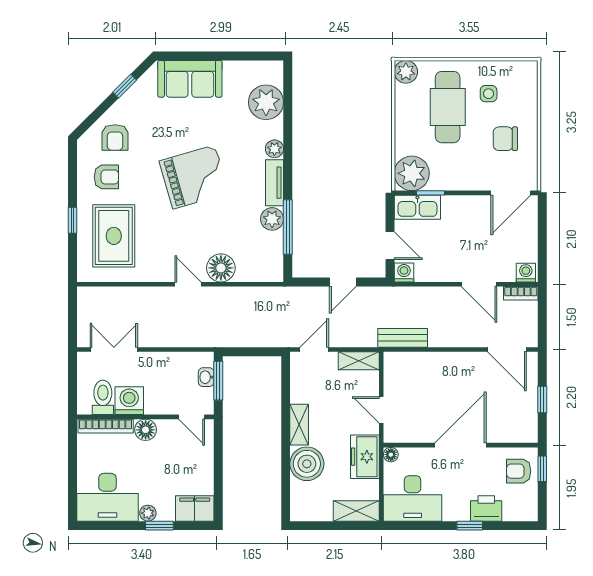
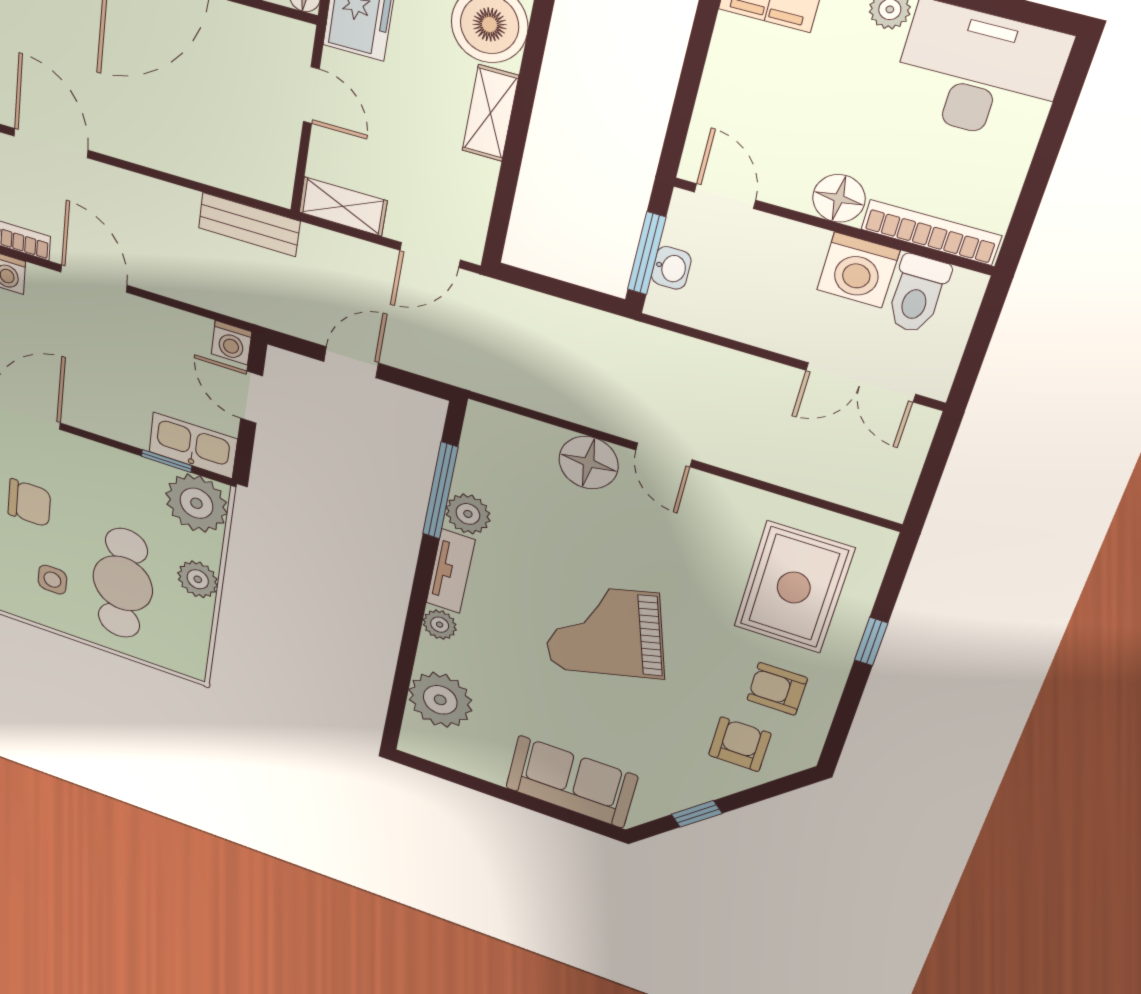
plant: (406, 72) -> (198, 579), moved

